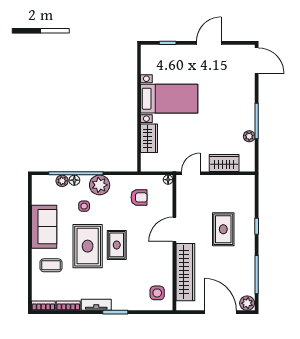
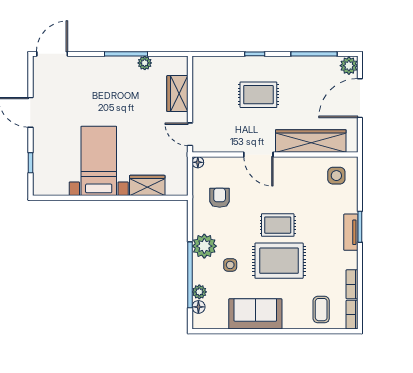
floor lamp: (74, 180) -> (198, 307), moved
coffee table: (51, 265) -> (321, 310), moved
tv unit: (96, 305) -> (351, 232), moved

